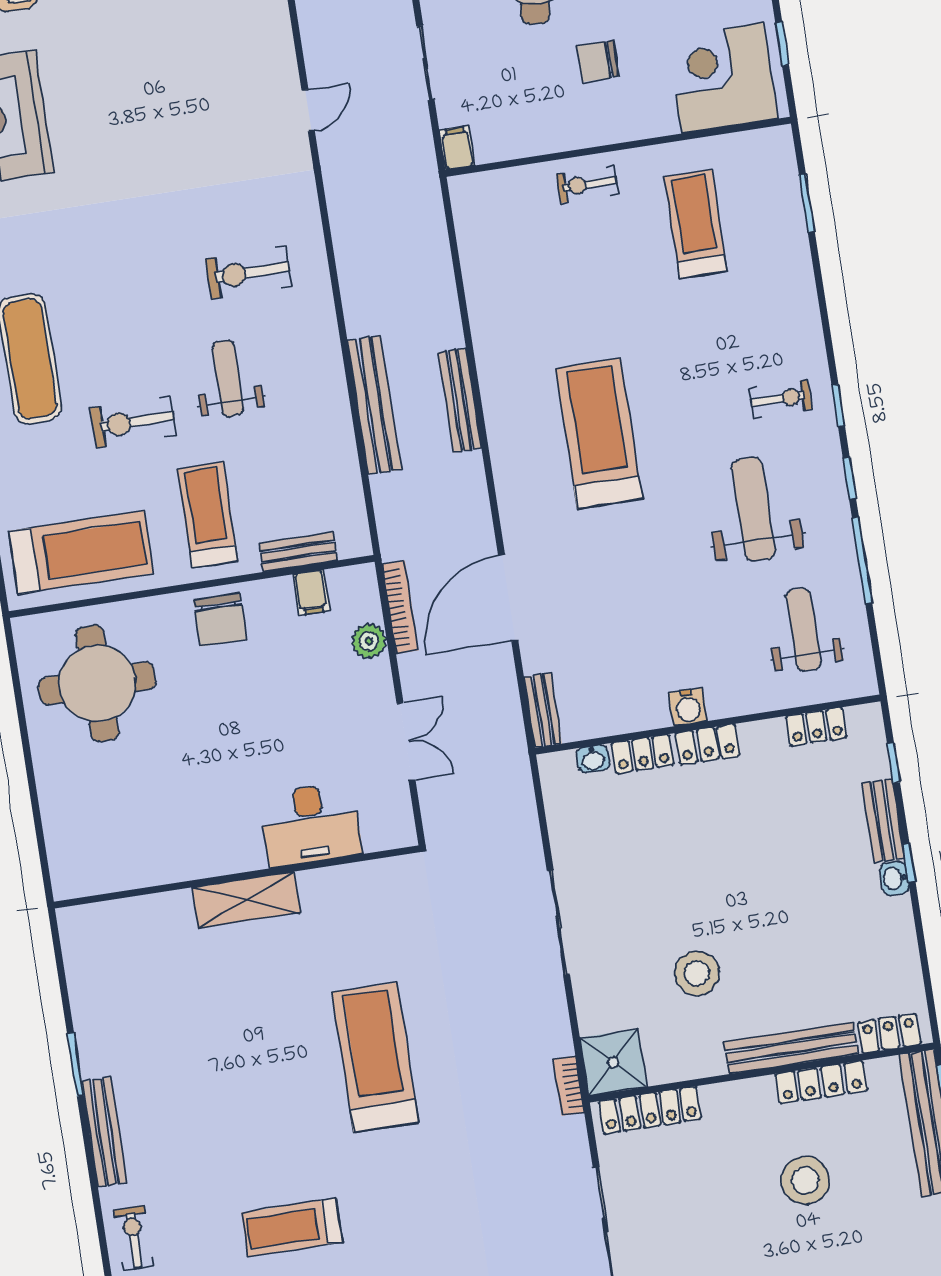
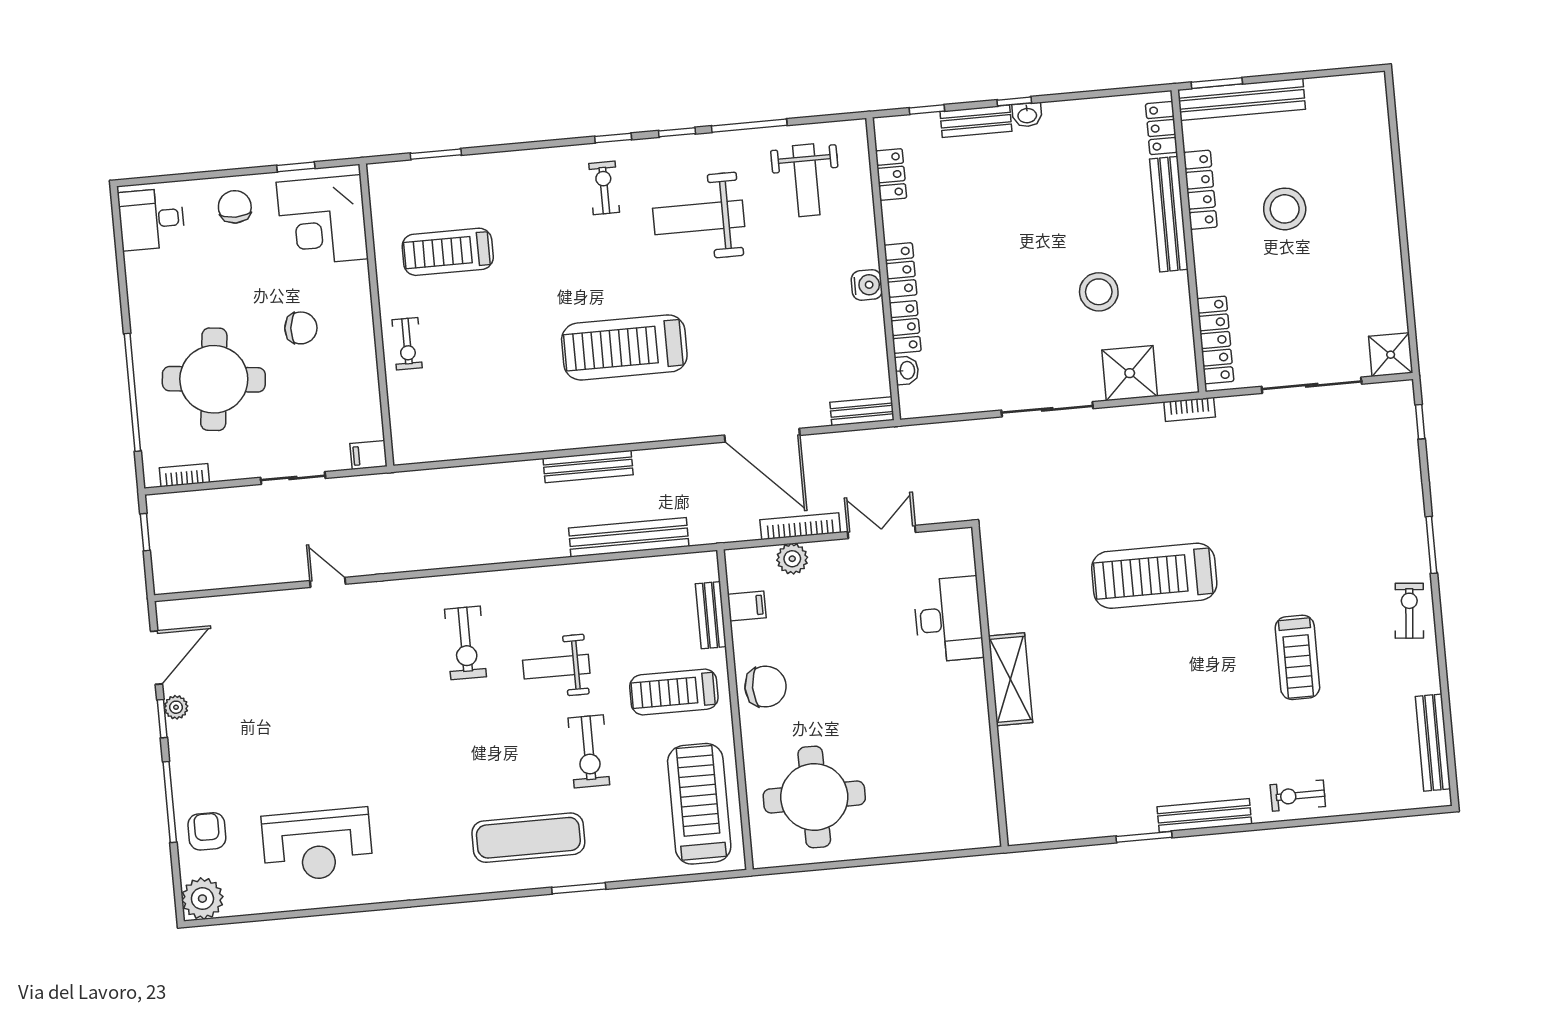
chair: (598, 61) -> (301, 328), turned -85
bench: (374, 405) -> (629, 537), moved
bookcase: (400, 607) -> (800, 526), moved
weight bench: (804, 630) -> (806, 180), turned -90
shower: (613, 1062) -> (1130, 373), moved

